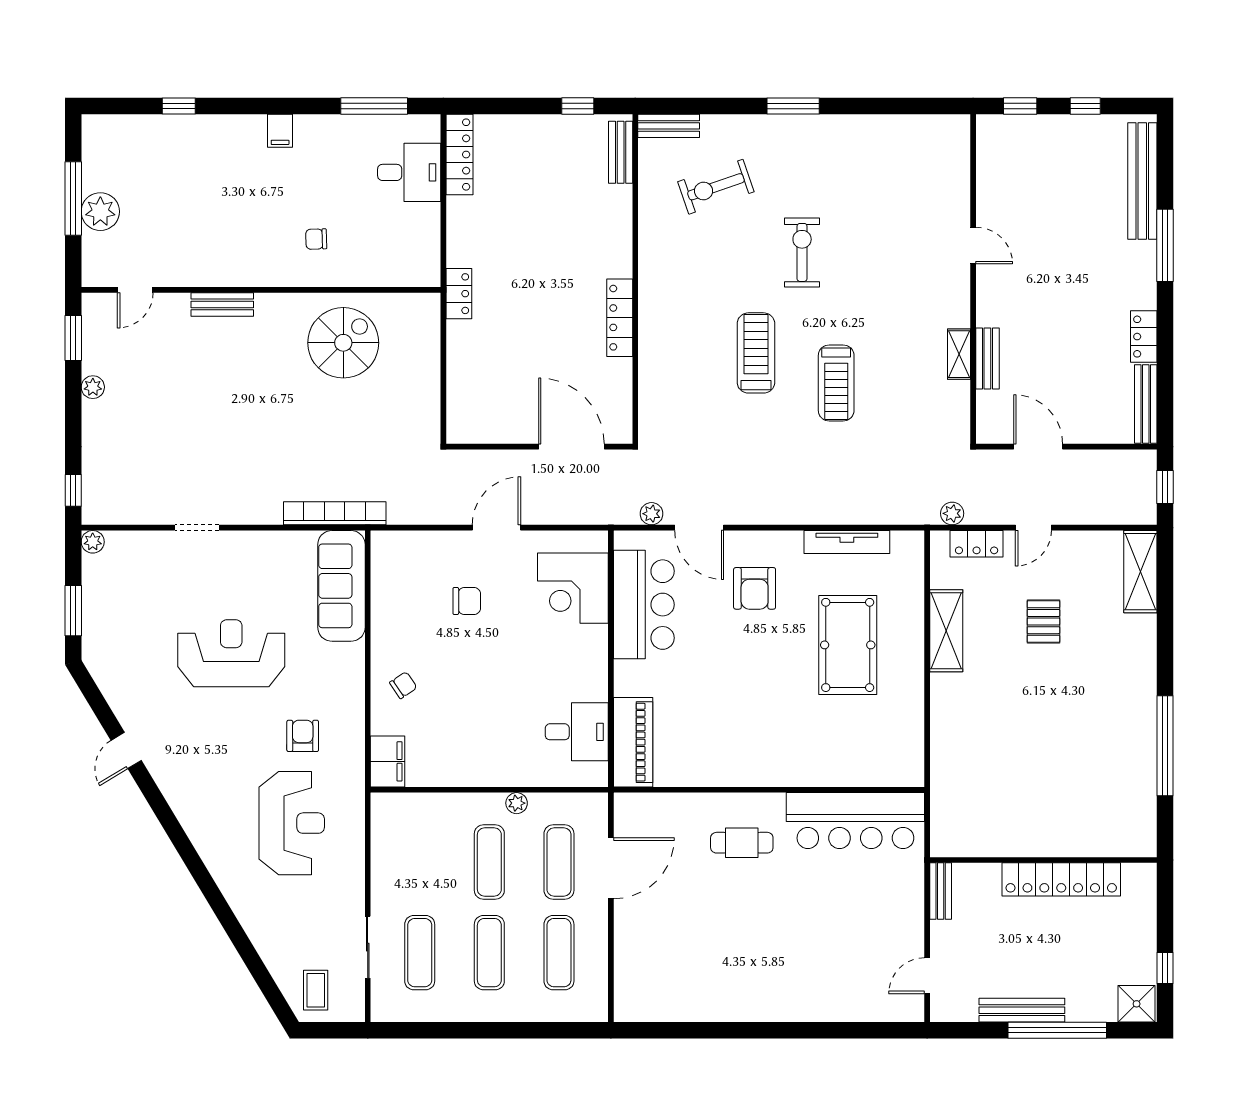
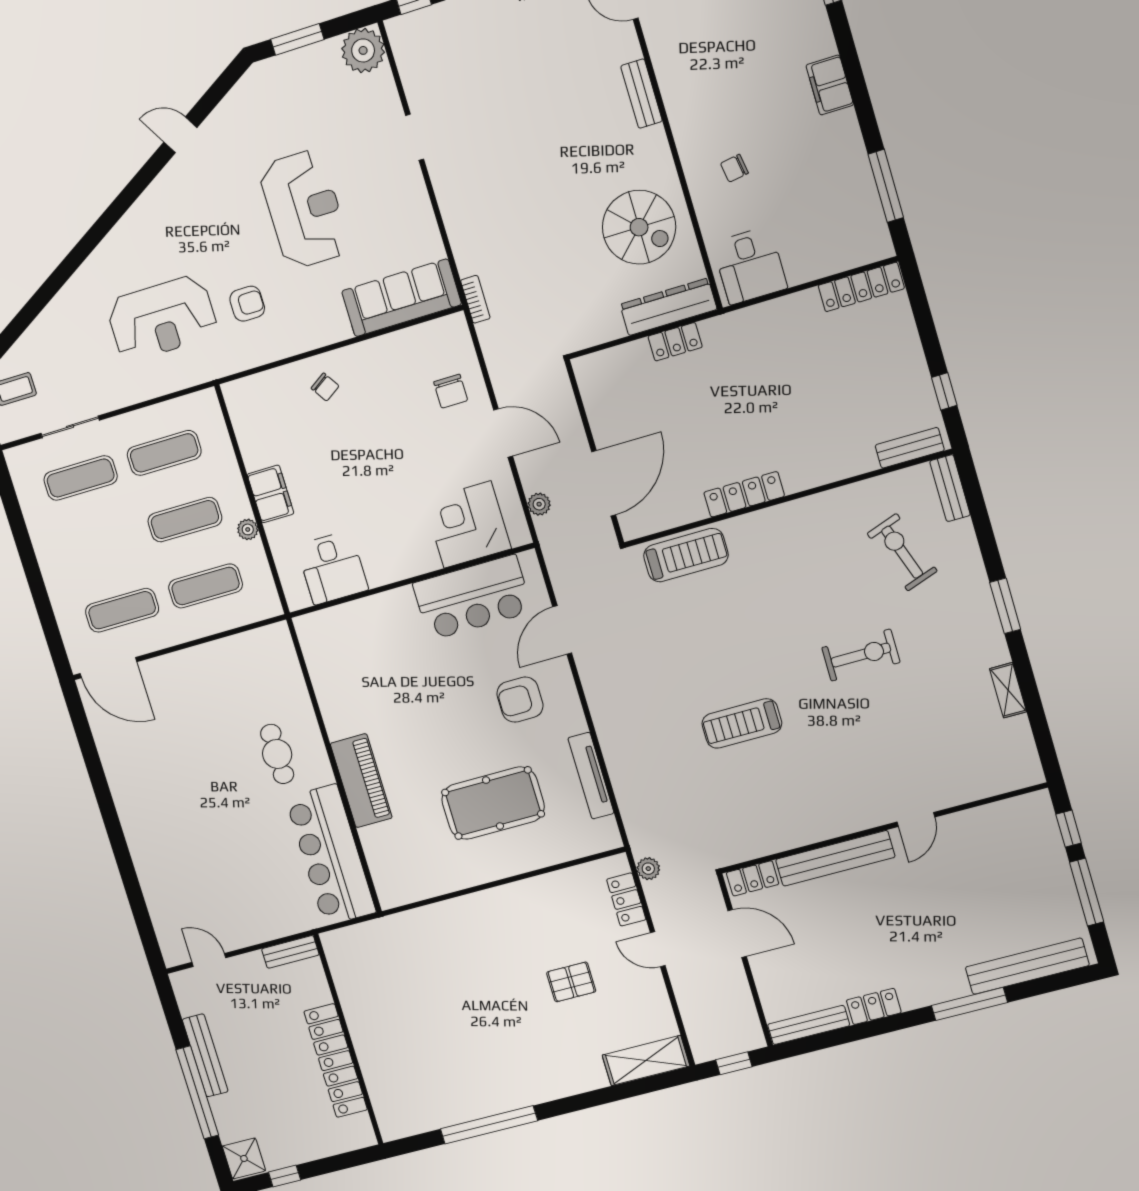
window: (1085, 106) -> (1087, 892), width x2.17
filing cabinet: (280, 131) -> (830, 85), width x2.00
desk: (409, 172) -> (750, 265), moved
chair: (316, 239) -> (734, 168), turned -97
locker: (459, 294) -> (675, 342), moved
dresser: (425, 337) -> (668, 307), added
treadmill: (756, 353) -> (686, 555), moved
shelving: (959, 354) -> (1008, 690), moved, turned 90
bench: (987, 358) -> (835, 858), width x1.86, depth x1.21
locker: (988, 416) -> (753, 878), added
door: (1038, 447) -> (737, 934), hinge flipped
bookcase: (335, 513) -> (475, 299), width x0.43, depth x0.76
plant: (651, 514) -> (539, 504), moved
plant: (93, 542) -> (363, 50), width x1.87, depth x1.87
chair: (467, 601) -> (451, 391), moved
shelving: (946, 631) -> (535, 893), removed
piano: (633, 742) -> (361, 781), moved, turned -90
filing cabinet: (388, 761) -> (271, 494), moved, turned -90
door: (611, 868) -> (108, 668), moved
exercise mat: (489, 953) -> (164, 453), moved

